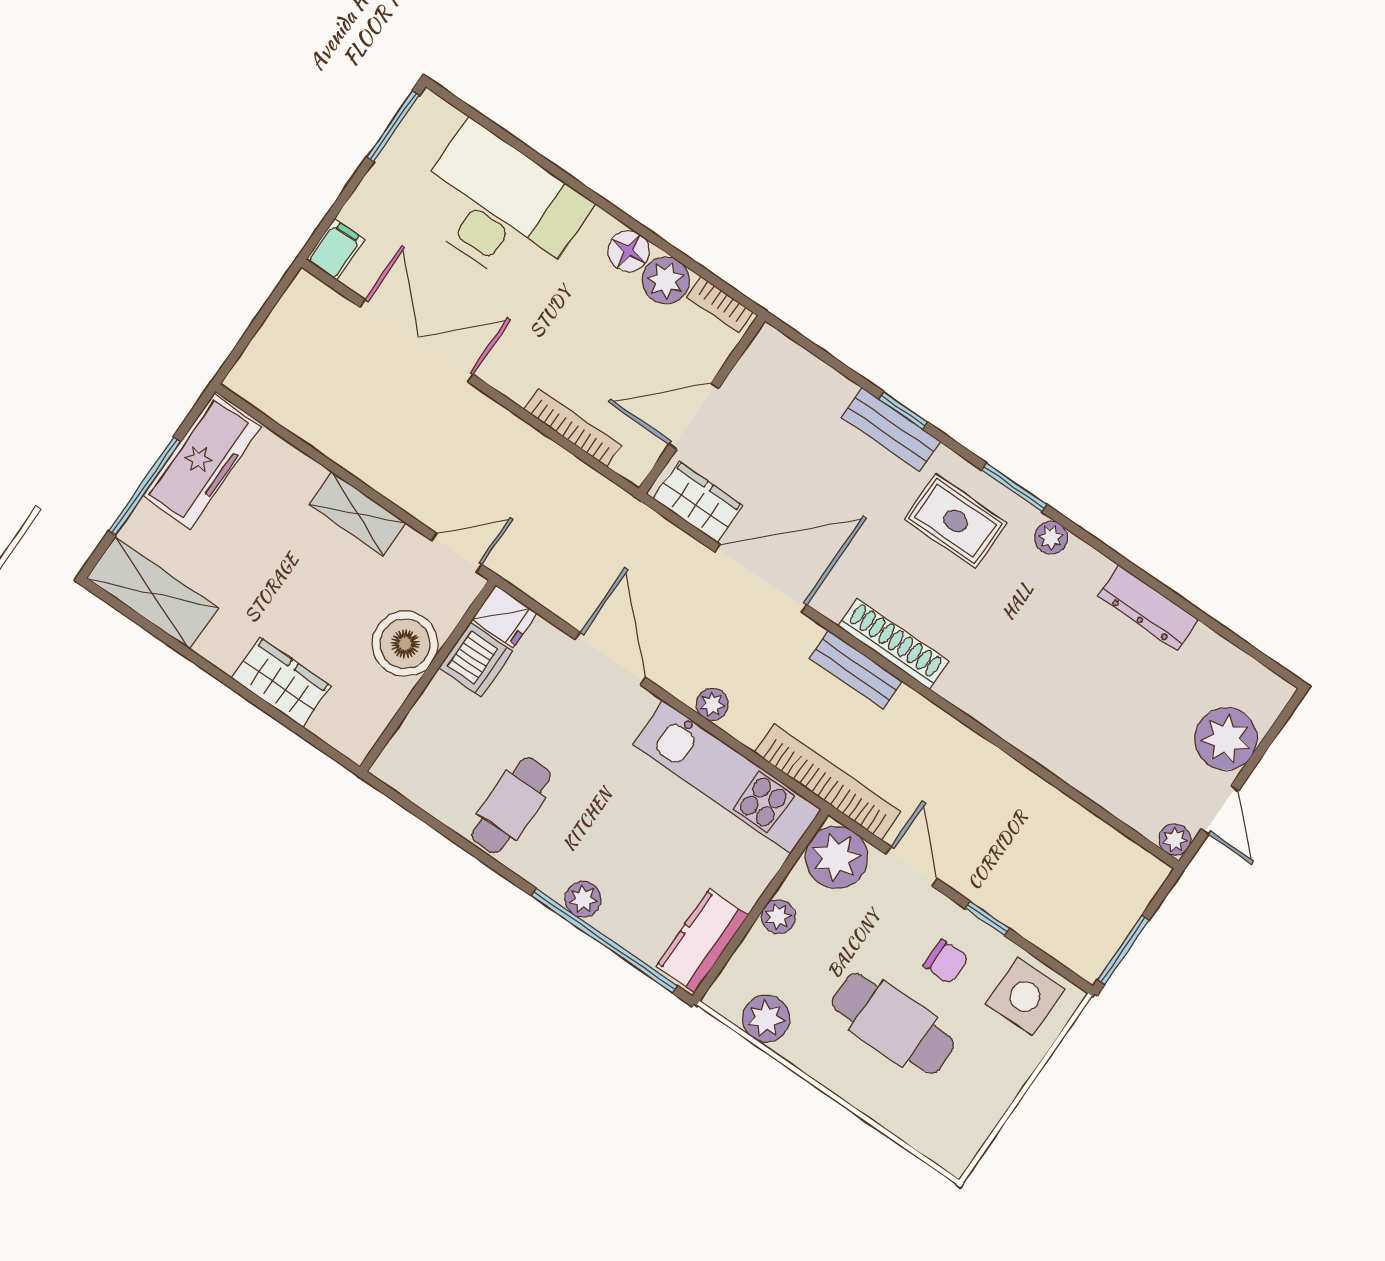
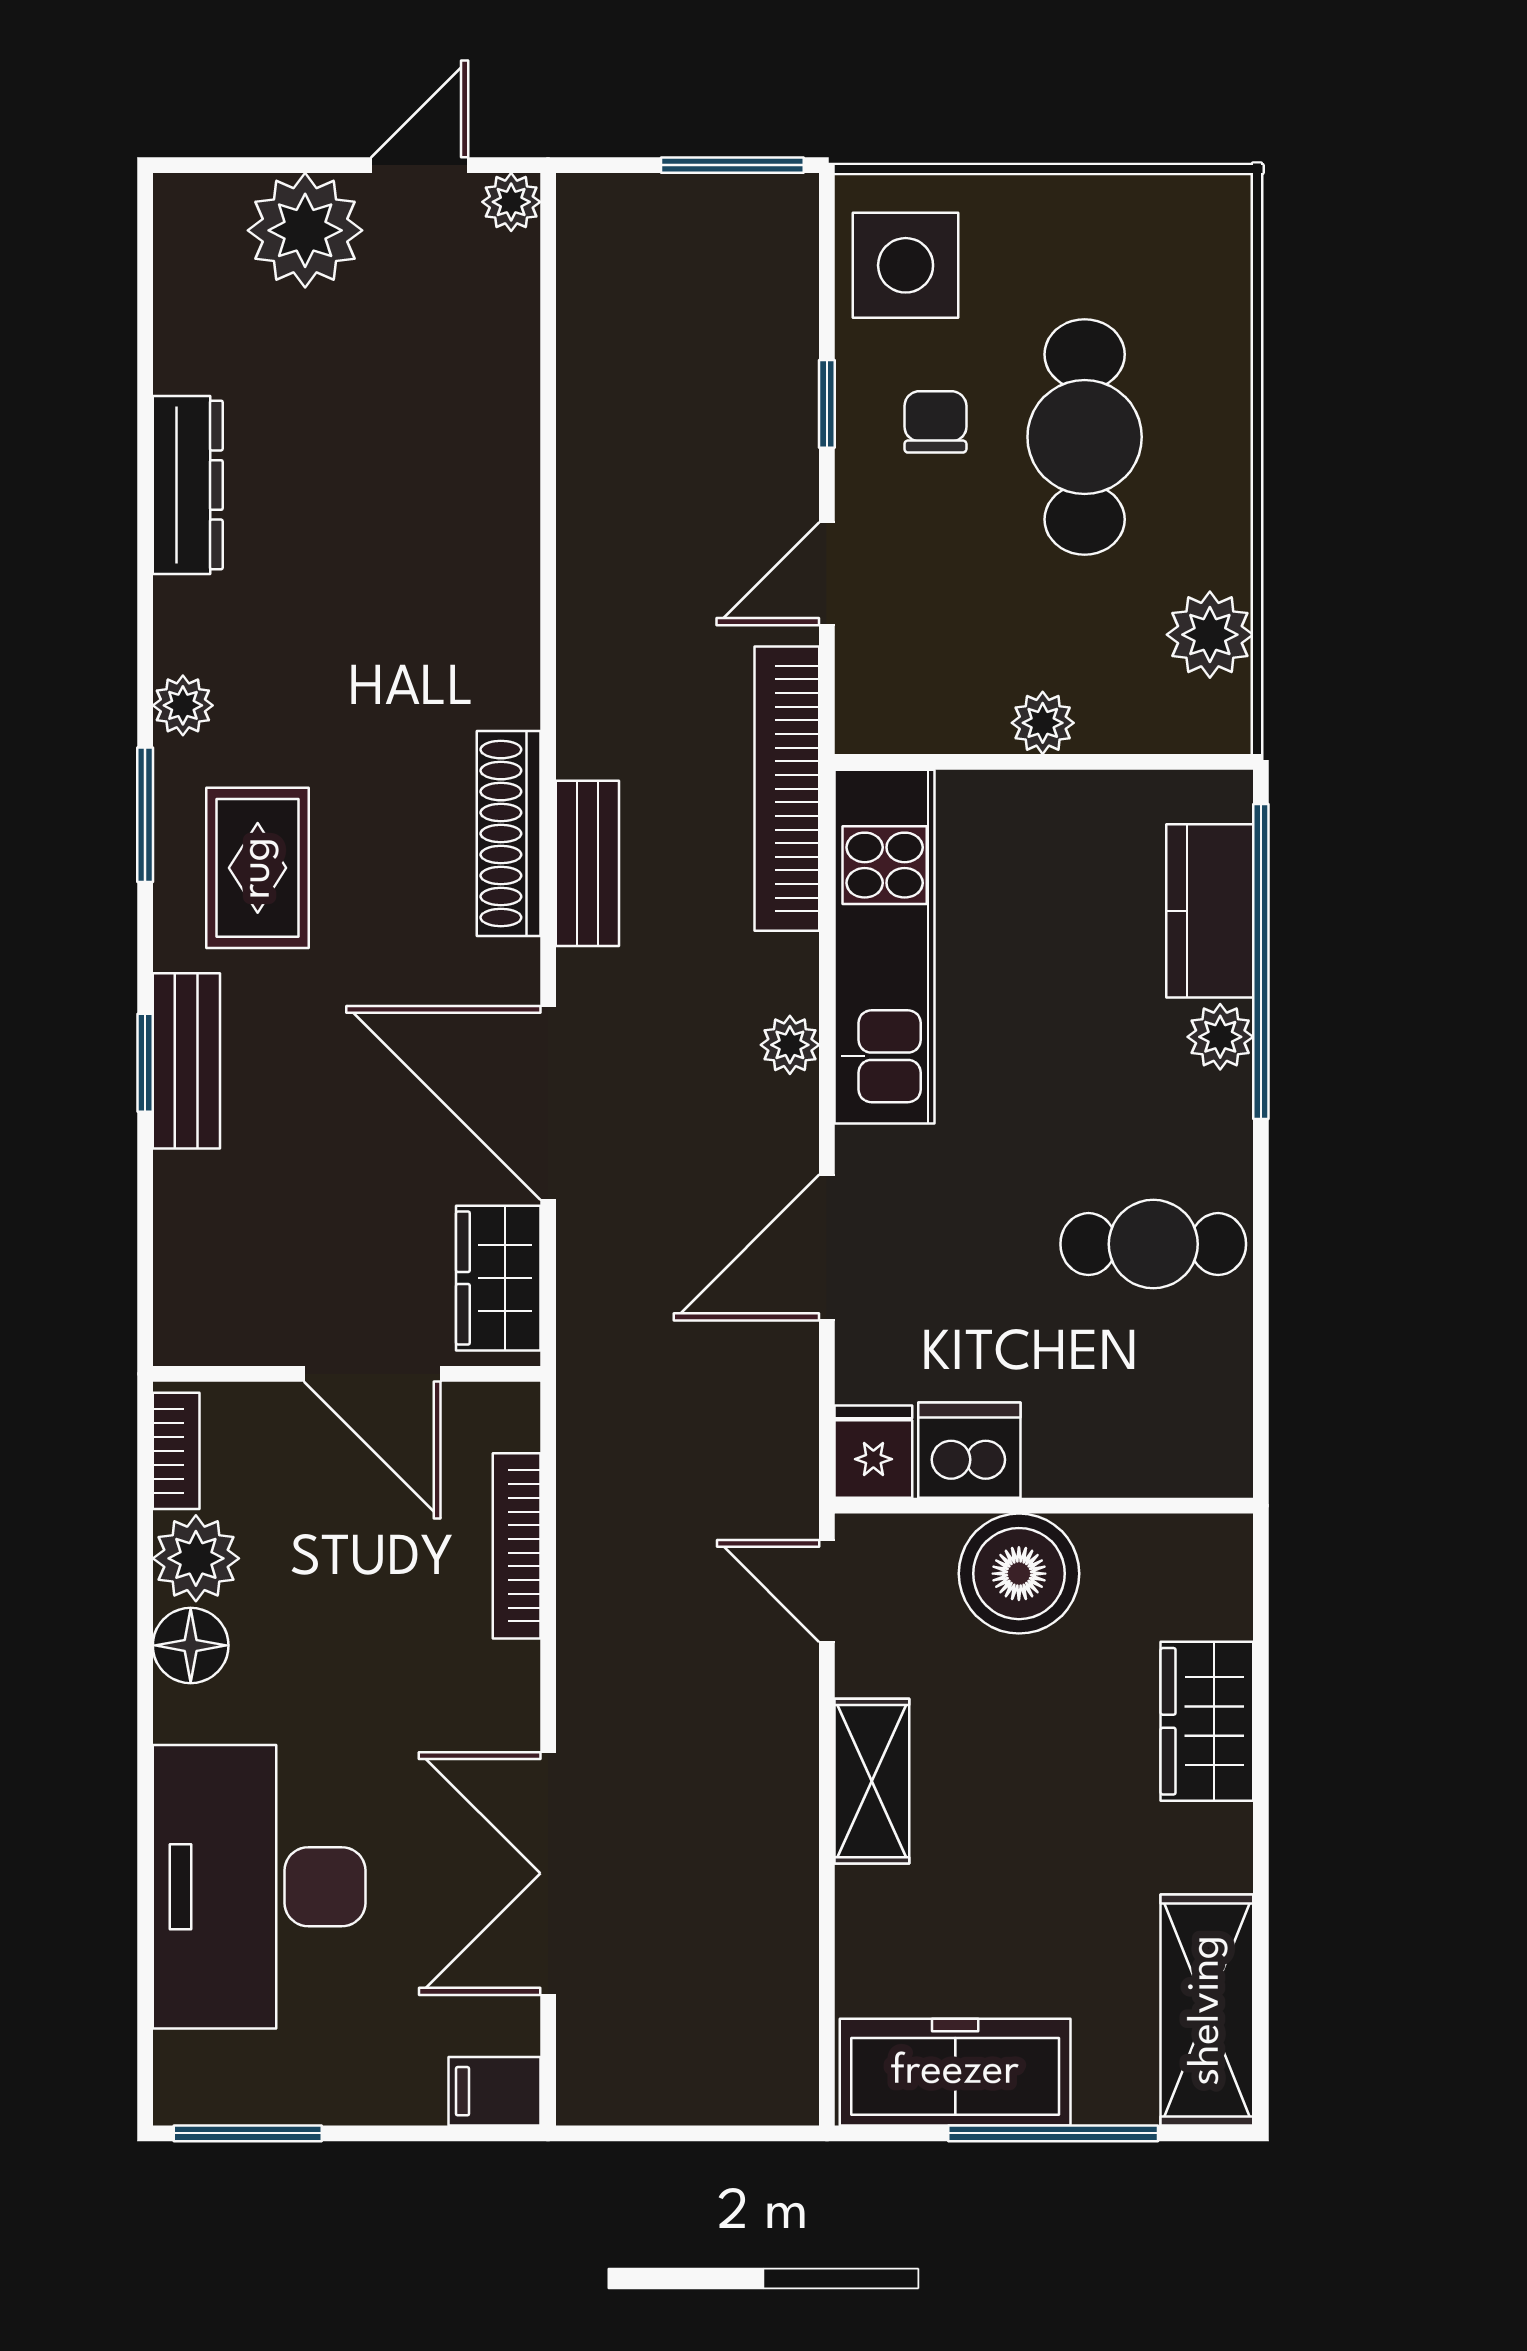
plant: (836, 857) -> (892, 697), removed
kitchen counter: (702, 941) -> (1210, 911), moved, turned 90

